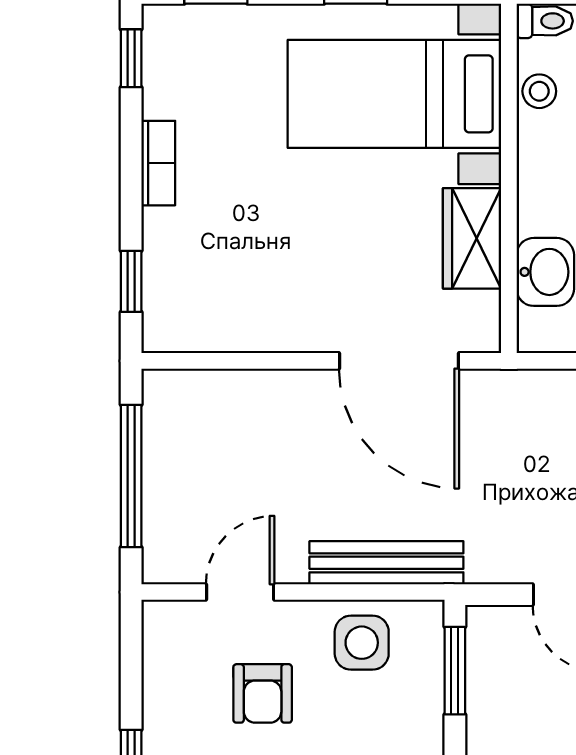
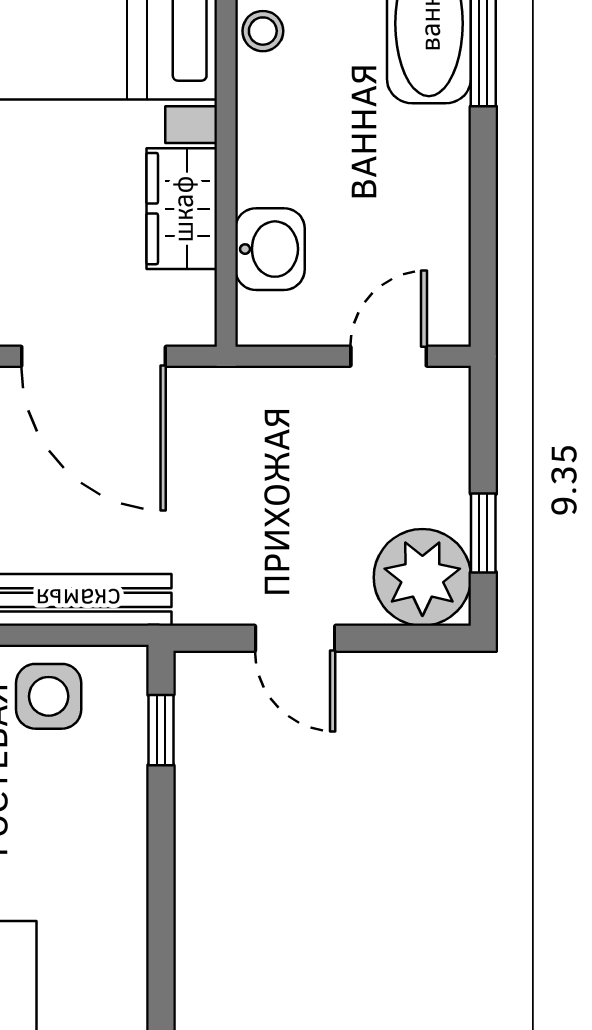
window: (455, 671) -> (161, 730), width x0.67

